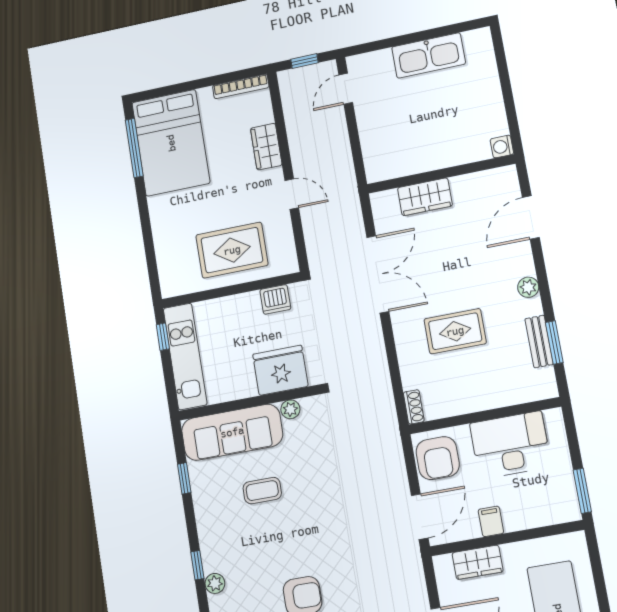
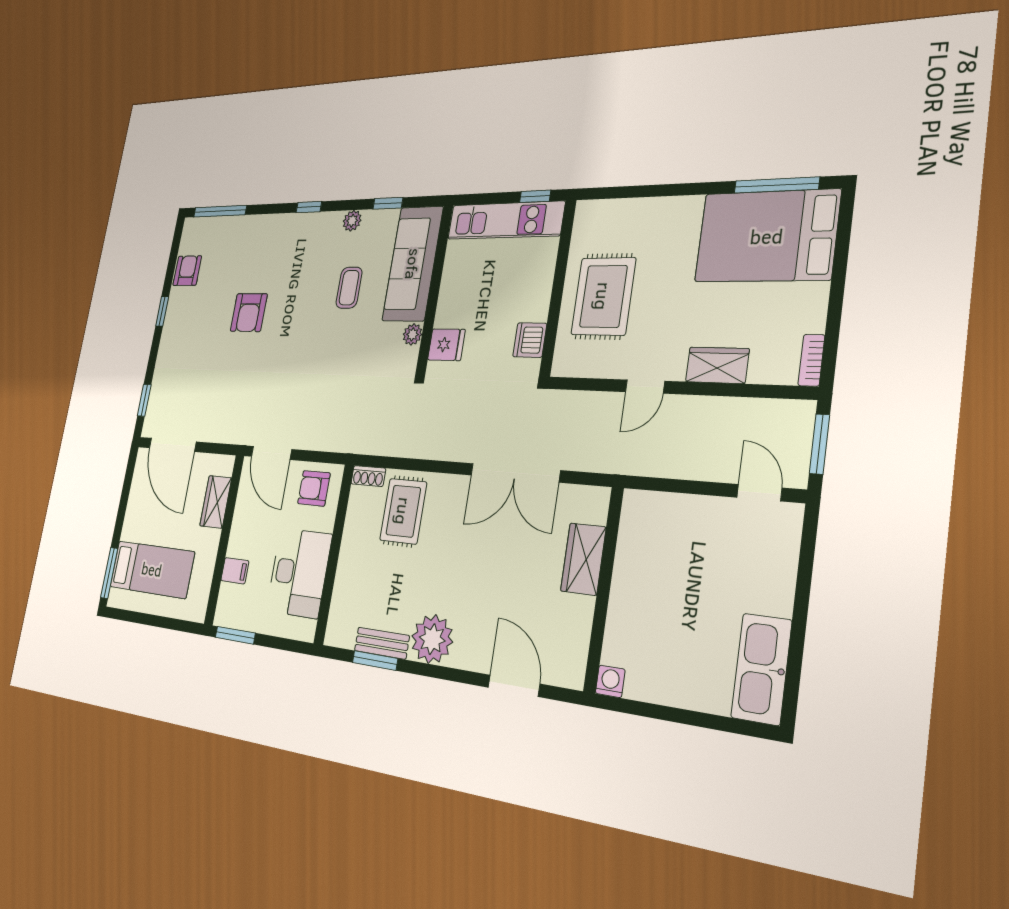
kitchen sink: (429, 55) -> (761, 669), moved
window: (304, 61) -> (819, 444), width x1.50
bookcase: (241, 86) -> (811, 360), width x0.64
plant: (528, 287) -> (432, 639), width x1.87, depth x1.87
rug: (455, 331) -> (403, 511), moved
fridge: (280, 370) -> (446, 345), width x0.53, depth x0.75
armchair: (438, 458) -> (314, 488), width x0.72, depth x0.72
filing cabinet: (491, 521) -> (235, 571), moved
plant: (215, 583) -> (352, 221), moved

